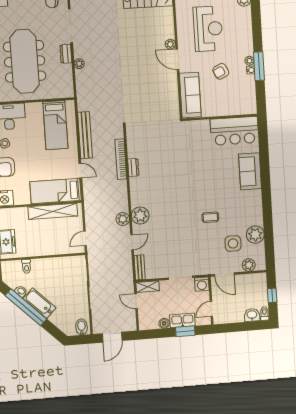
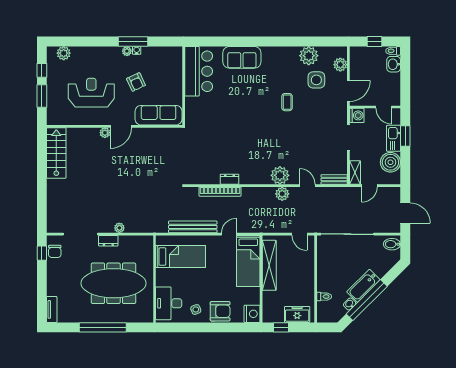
boiler: (164, 323) -> (390, 162), width x1.86, depth x1.86

